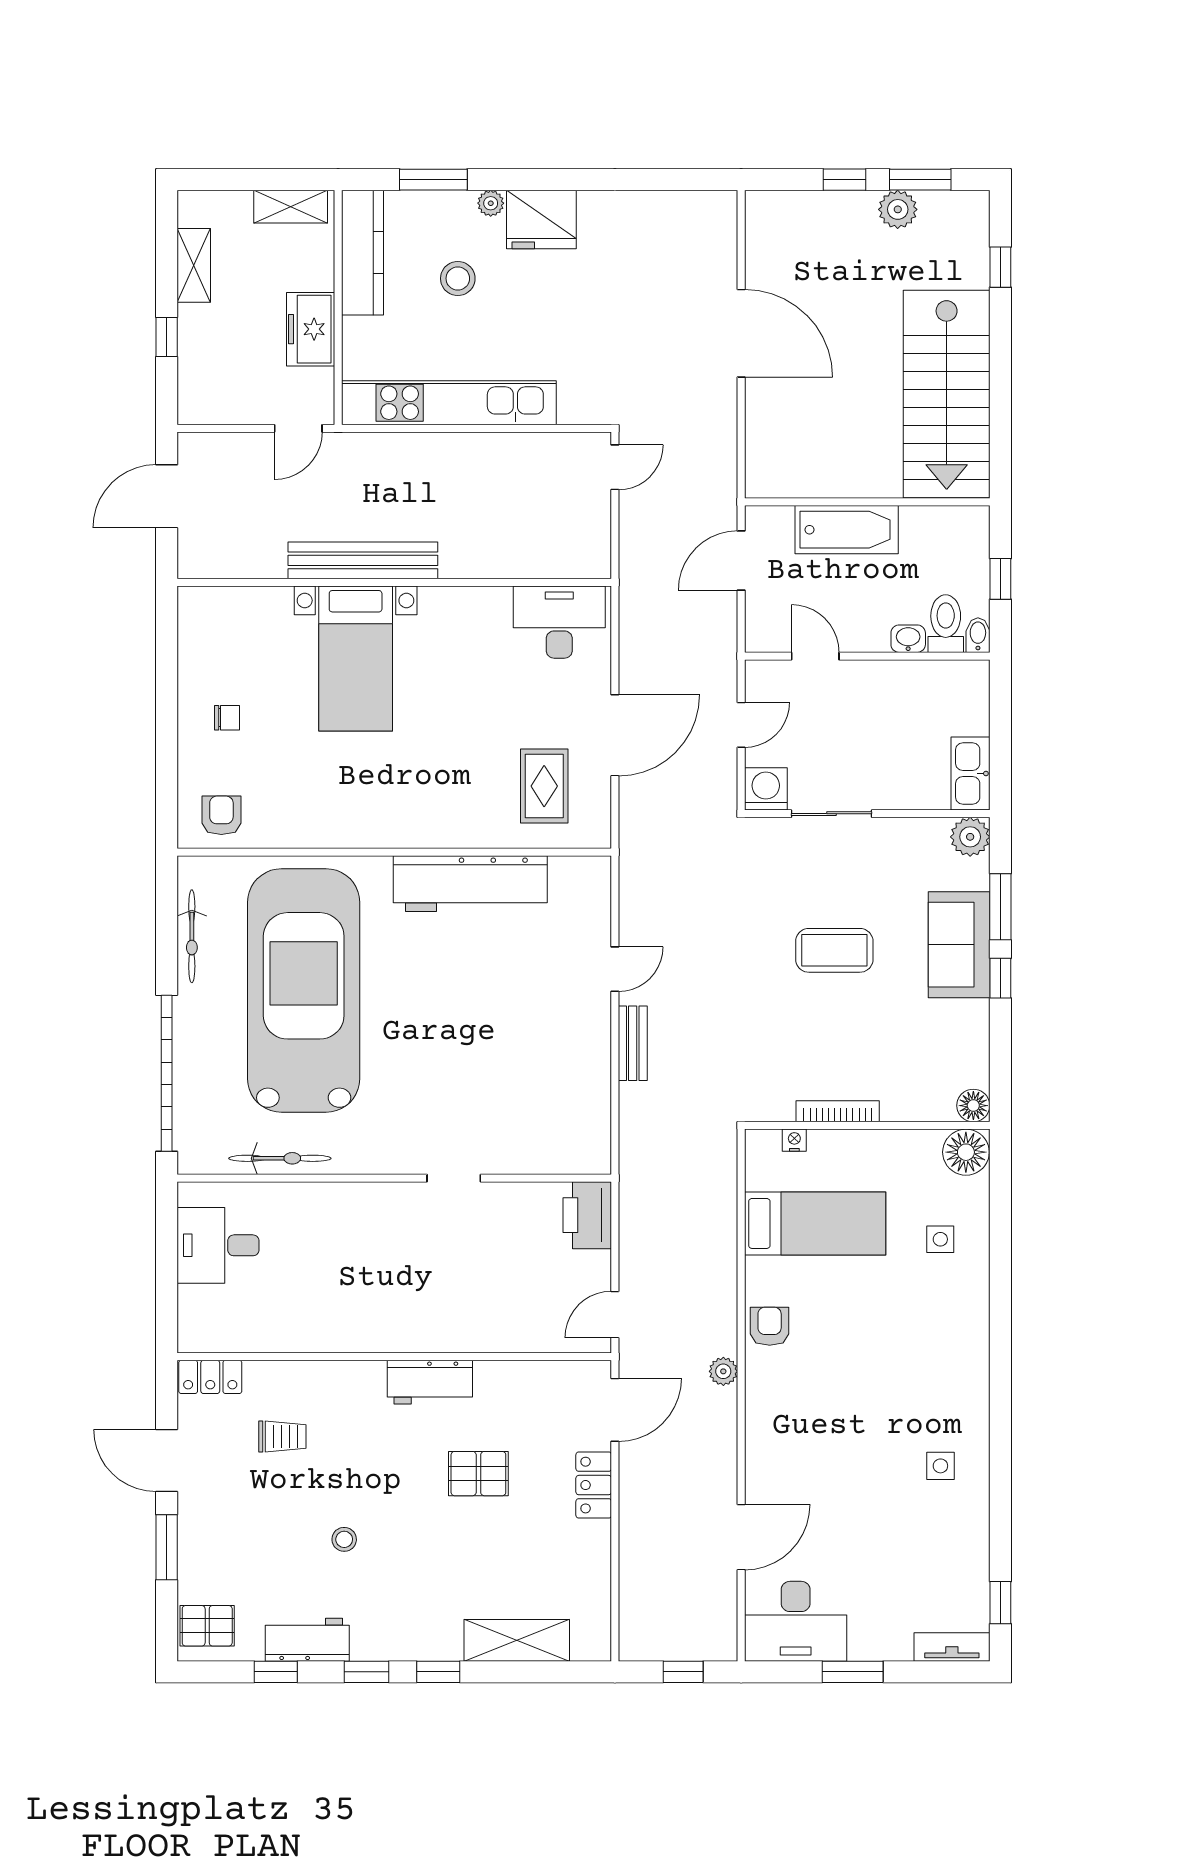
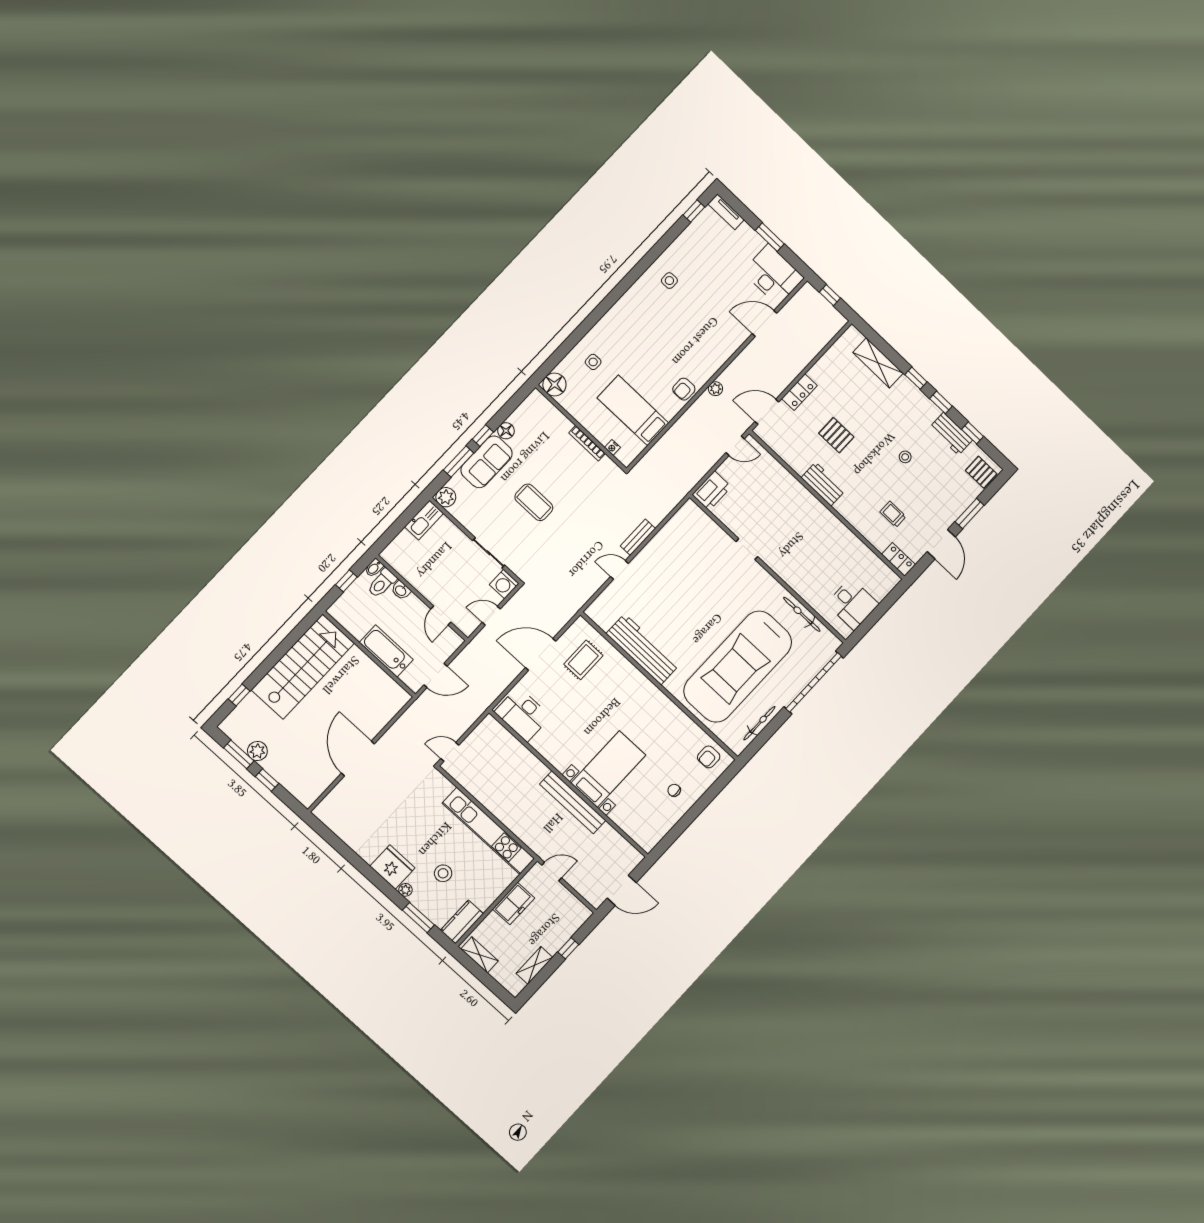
kitchen counter: (363, 253) -> (462, 922), width x0.67
floor lamp: (973, 1106) -> (506, 431), moved

